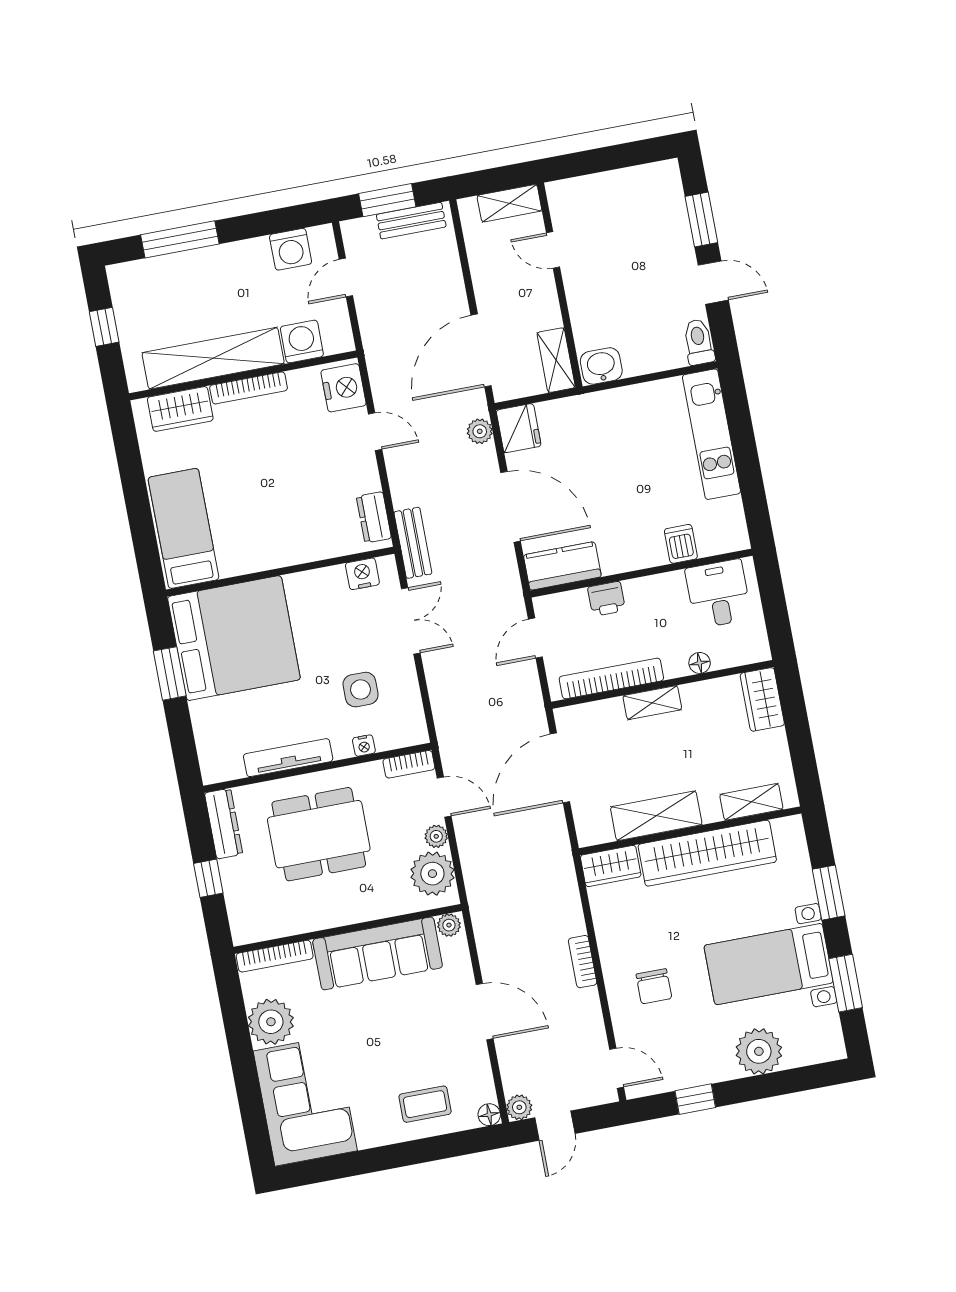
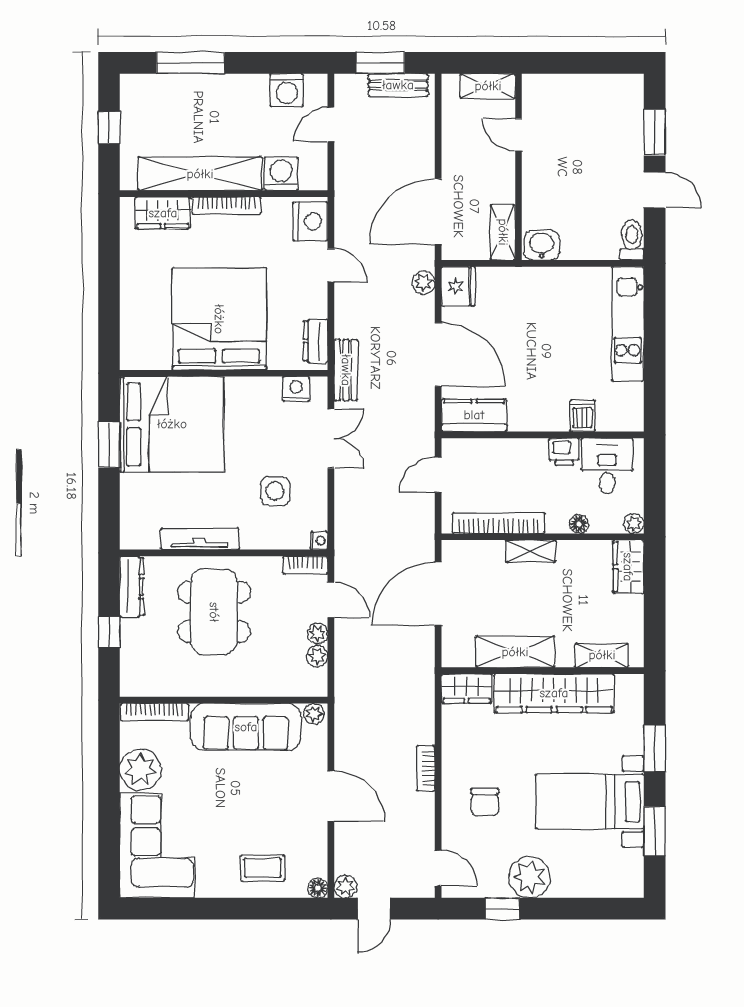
bed: (184, 528) -> (219, 319), moved, width x2.04
printer: (606, 599) -> (564, 452), moved
plant: (759, 651) -> (634, 523), added
nightstand: (364, 746) -> (319, 540), moved, turned -90
dining table: (319, 834) -> (214, 612), turned 90
plant: (432, 874) -> (317, 656), width x0.53, depth x0.53
plant: (759, 1051) -> (530, 877), moved

